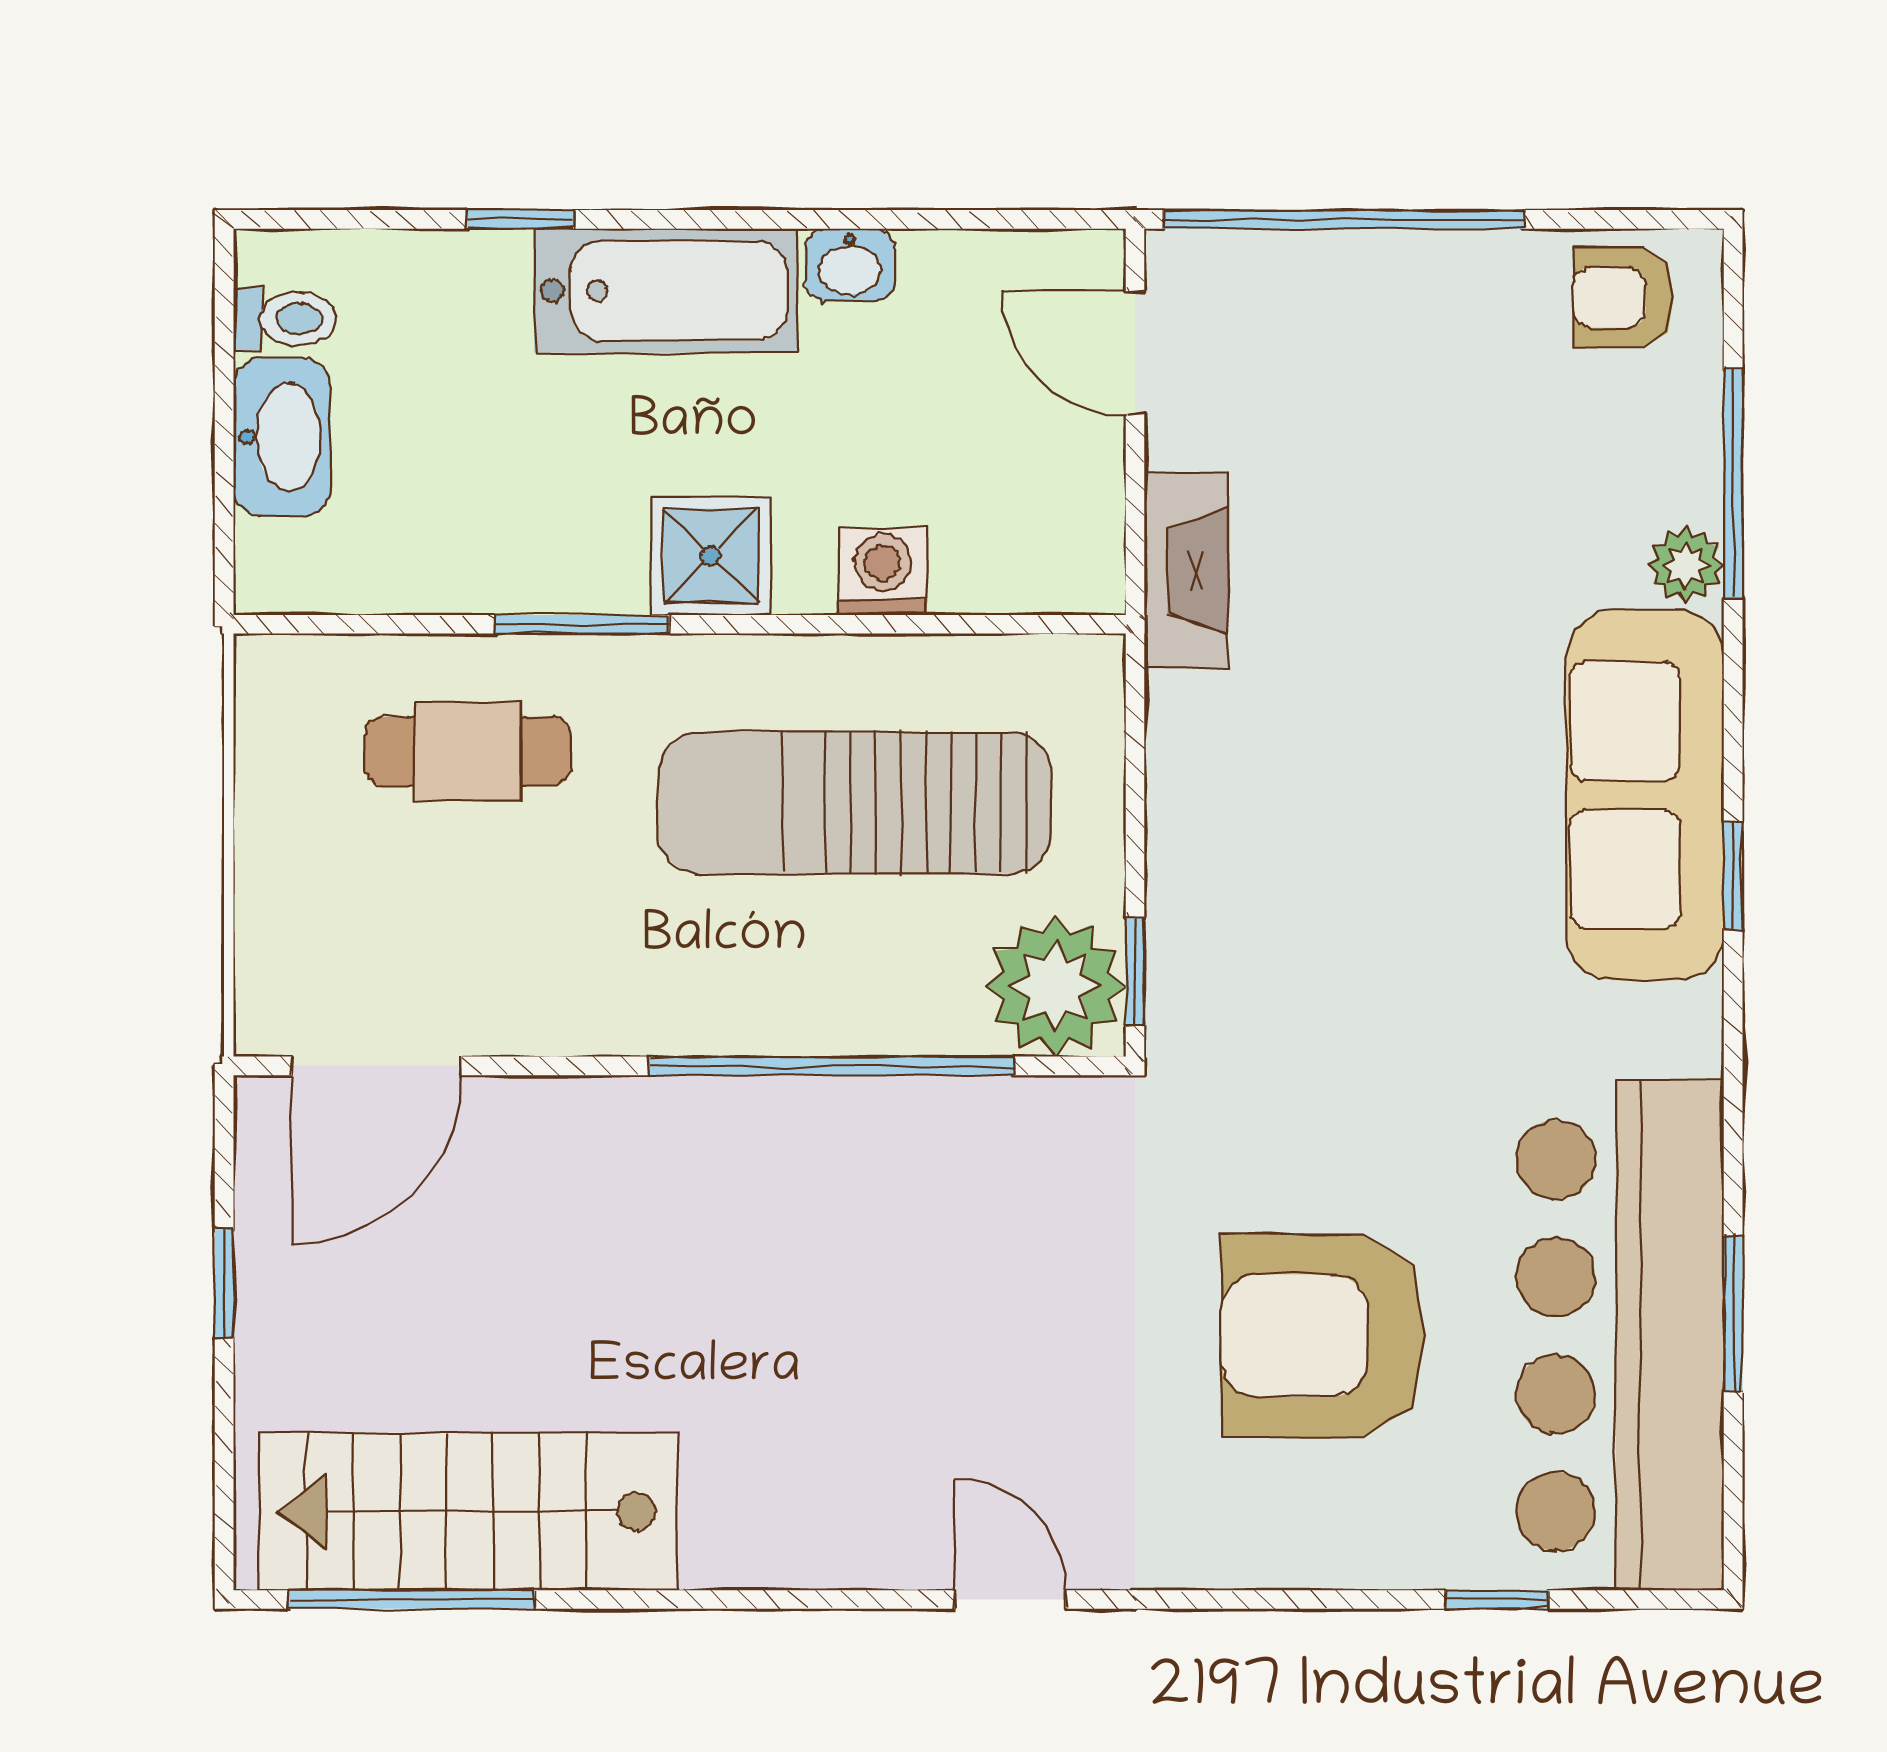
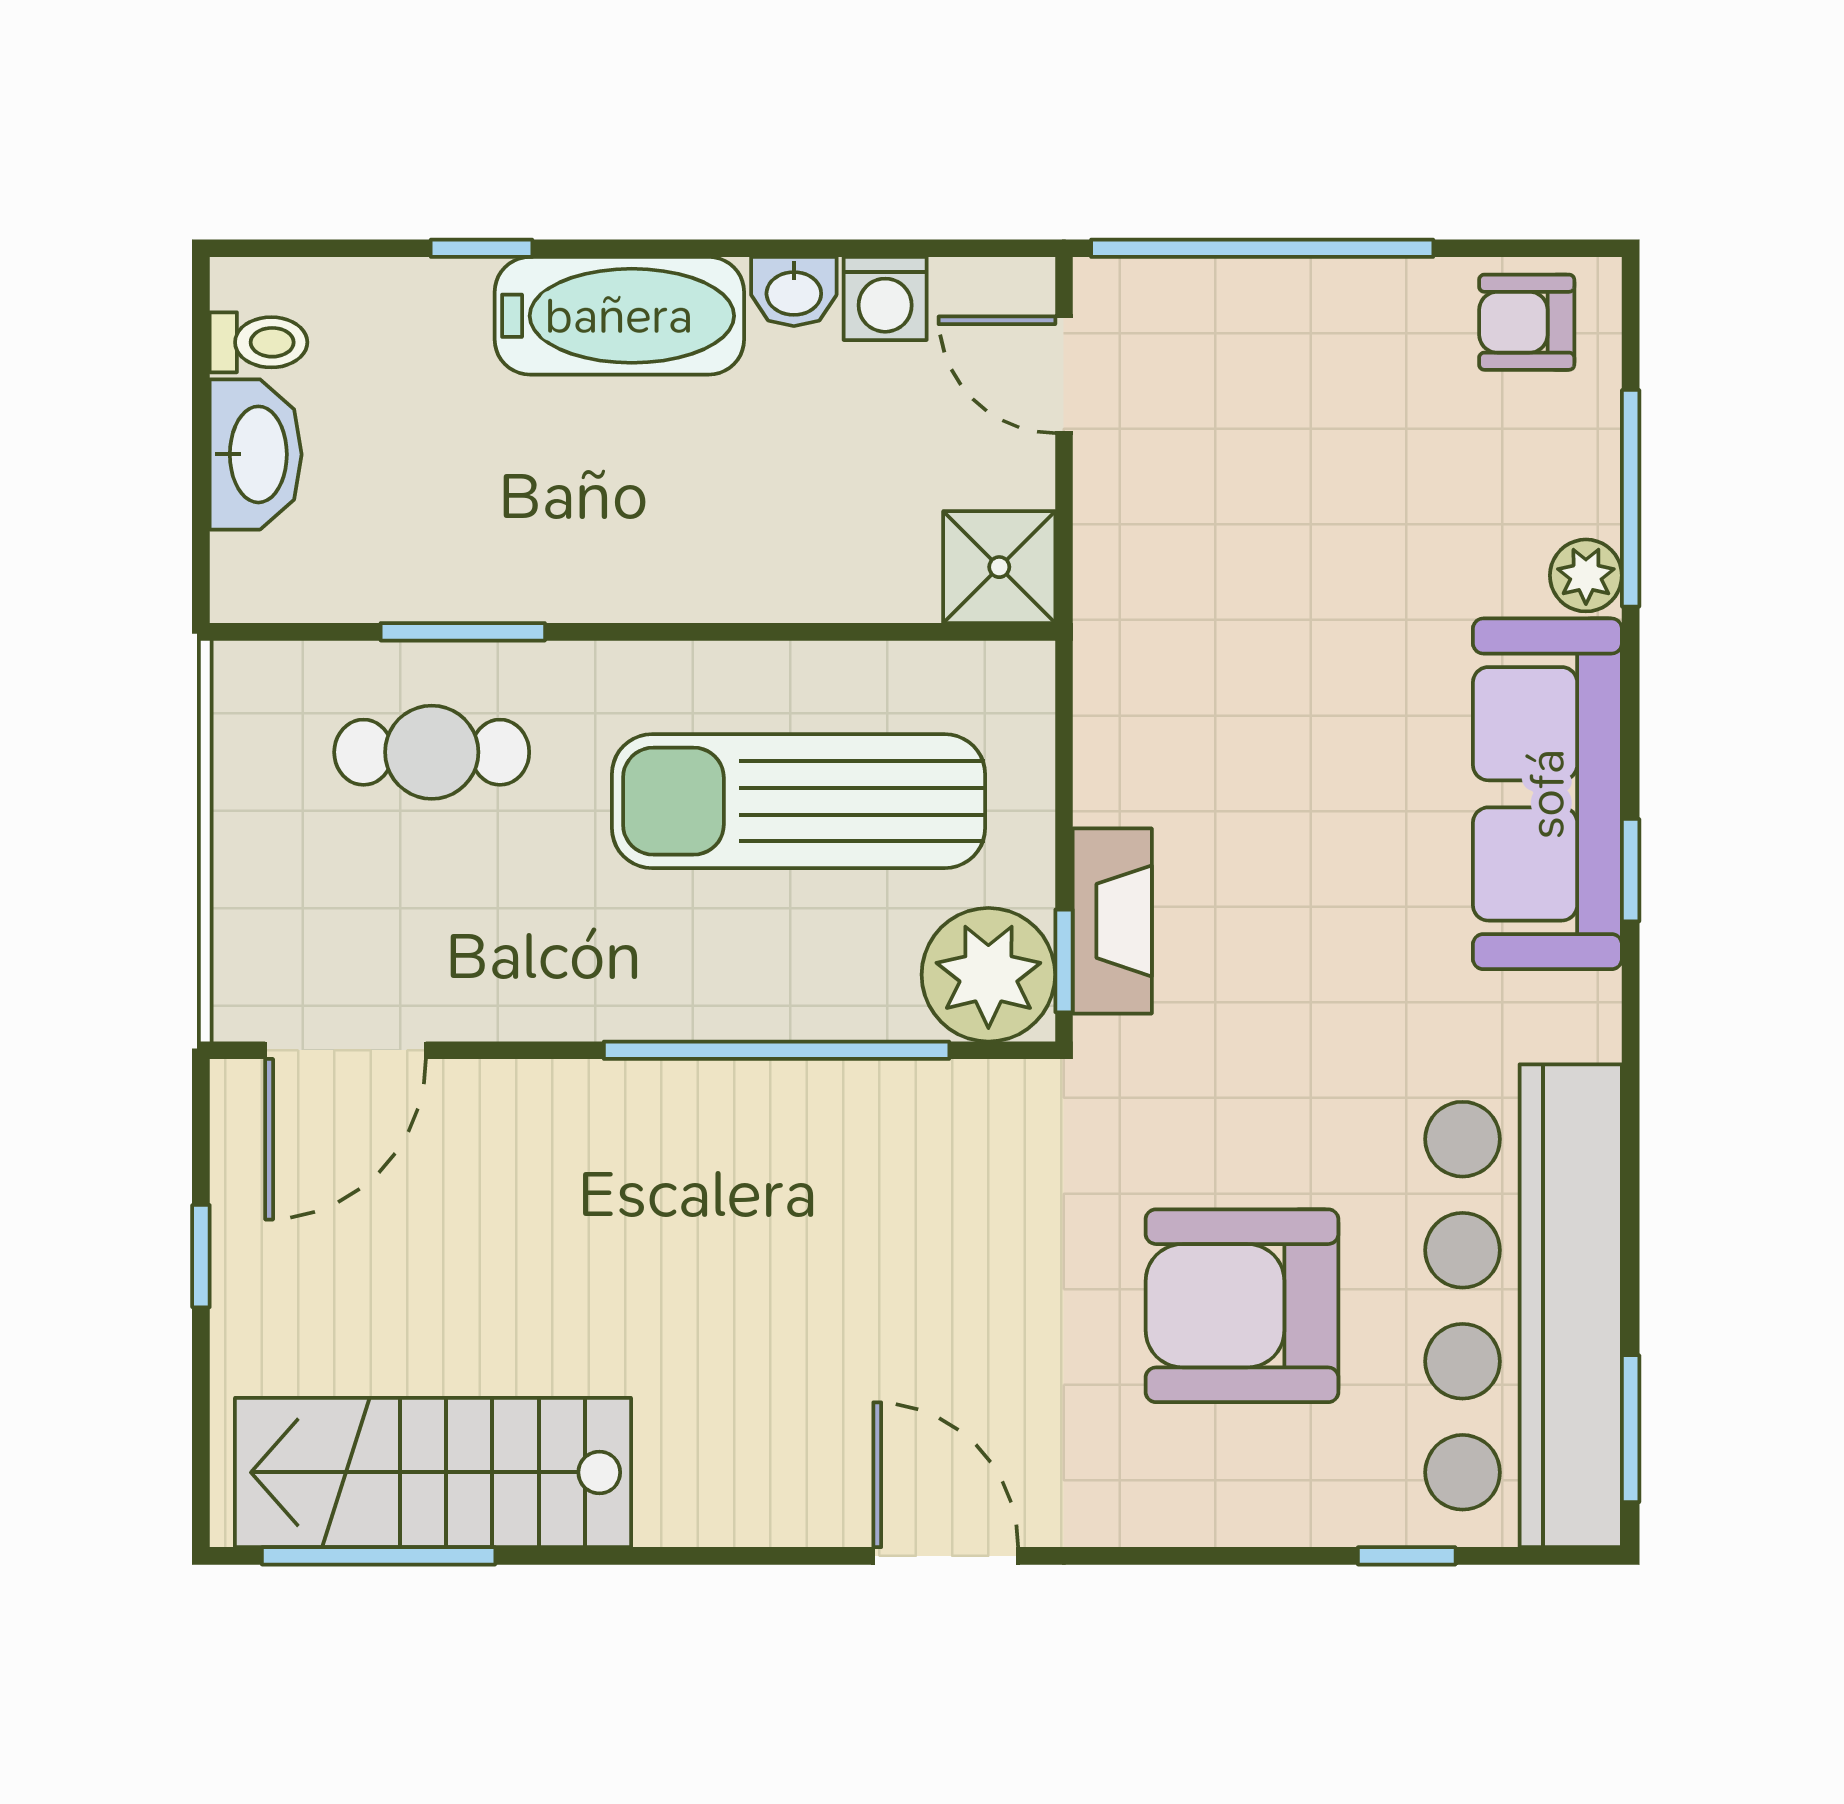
shower: (710, 556) -> (999, 567), moved
washing machine: (883, 571) -> (885, 299), moved, turned 180
fireplace: (1186, 571) -> (1112, 921), moved
window: (582, 624) -> (463, 632), moved
window: (1733, 1314) -> (1631, 1429), moved
door: (1010, 1599) -> (946, 1556), width x1.37

